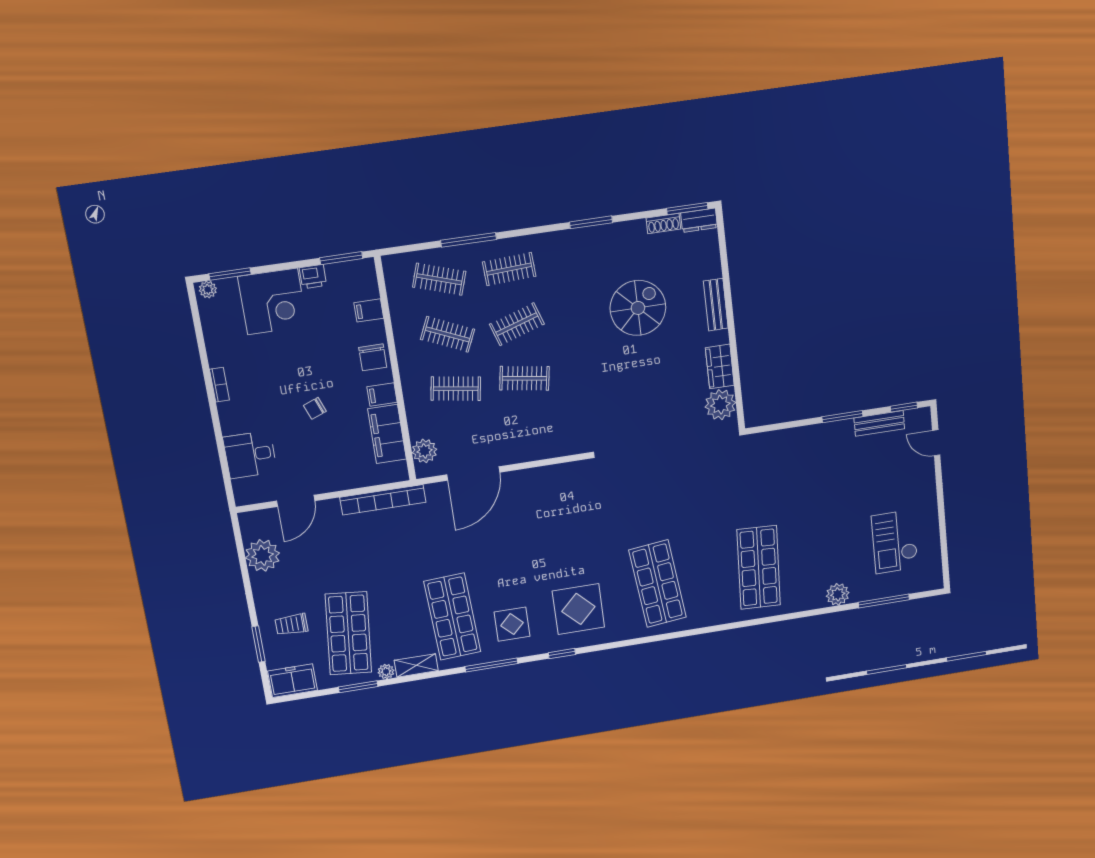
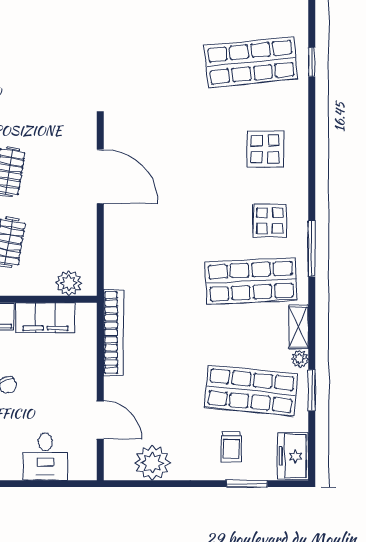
door: (473, 473) -> (100, 176), moved
display table: (578, 609) -> (265, 149), width x0.73, depth x0.73
window: (562, 654) -> (312, 62), moved

